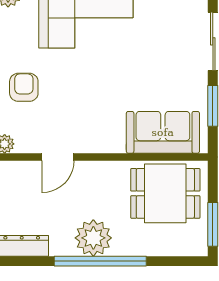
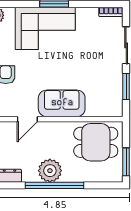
sofa: (163, 132) -> (62, 103), moved

